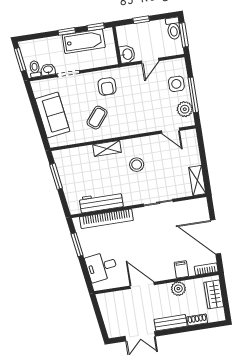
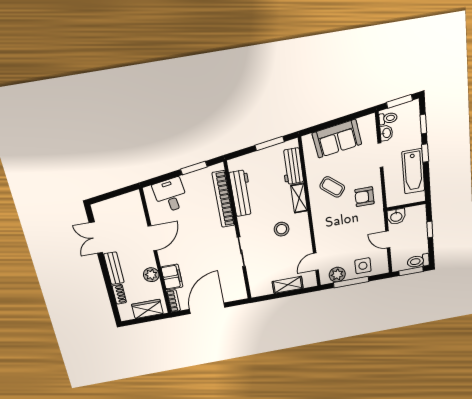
window: (96, 27) -> (423, 124), moved
workbench: (77, 155) -> (292, 166), added
shelving: (197, 180) -> (288, 285), moved
filing cabinet: (181, 269) -> (172, 277), width x2.00

